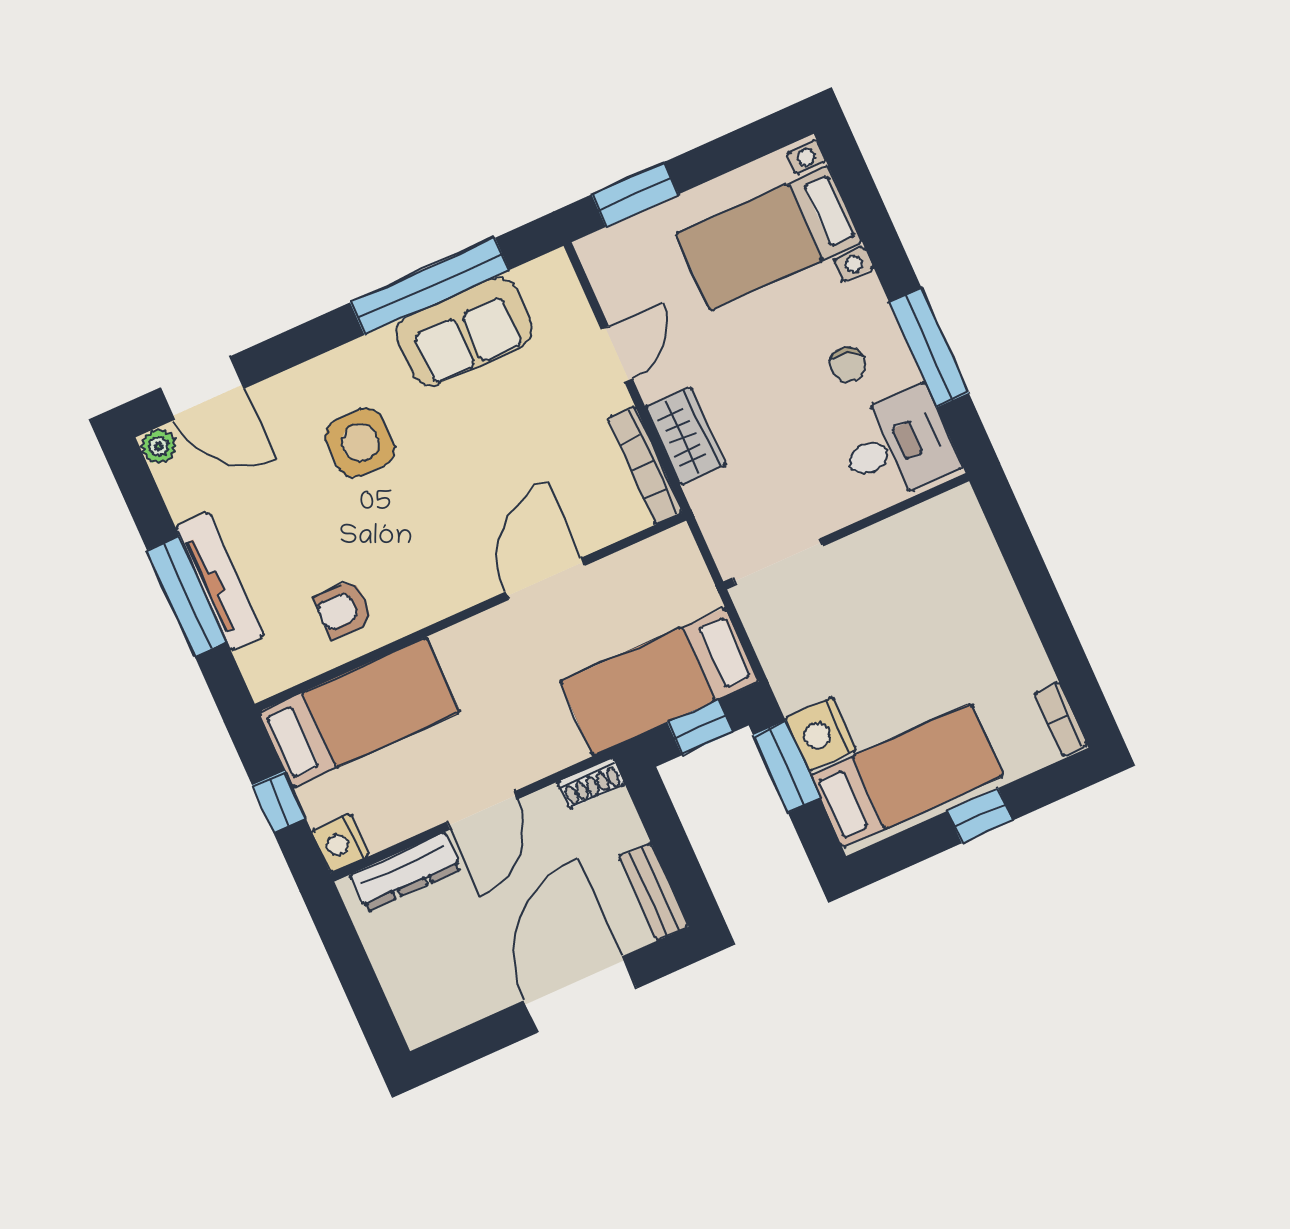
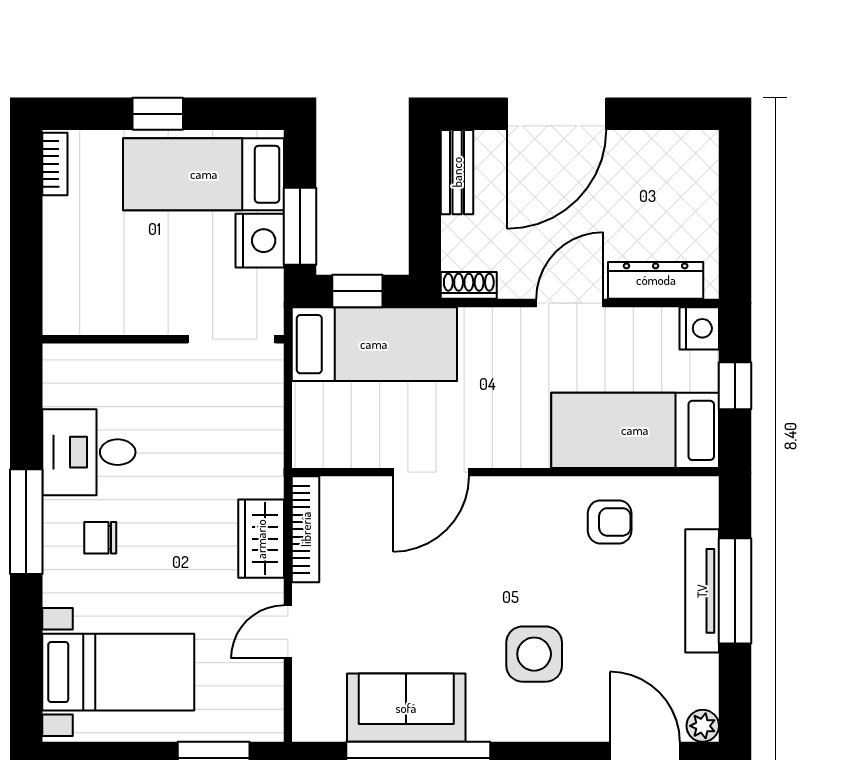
chair: (847, 365) -> (100, 538), turned -105
wall: (846, 531) -> (163, 339), moved
doorway: (778, 562) -> (232, 339), moved

